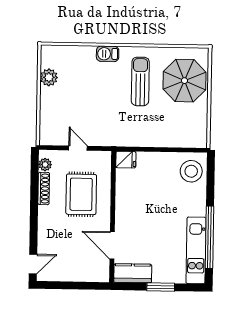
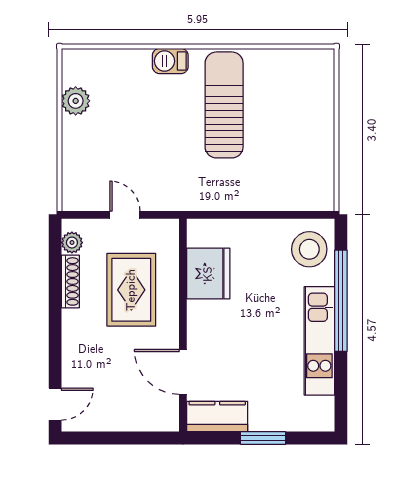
sun lounger: (140, 81) -> (224, 105), width x1.36, depth x1.34
parasol: (184, 81) -> (296, 102), removed
fridge: (126, 160) -> (208, 274), moved, width x1.88, depth x1.34
window: (209, 237) -> (341, 301), moved
kitchen unit: (196, 250) -> (319, 341), moved

